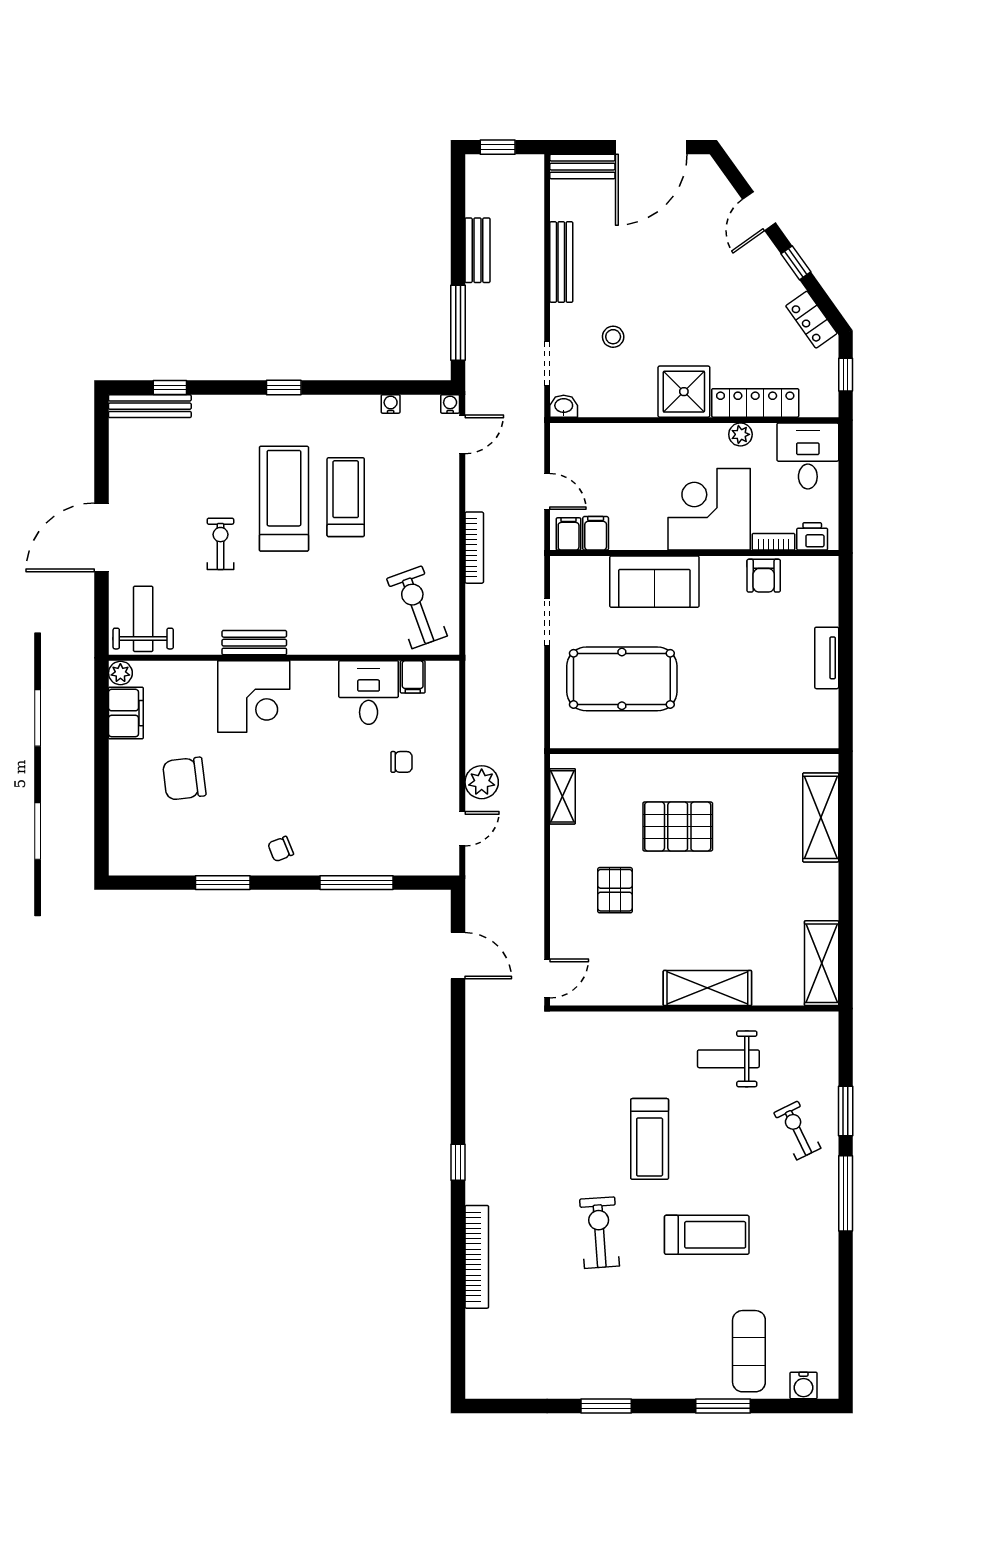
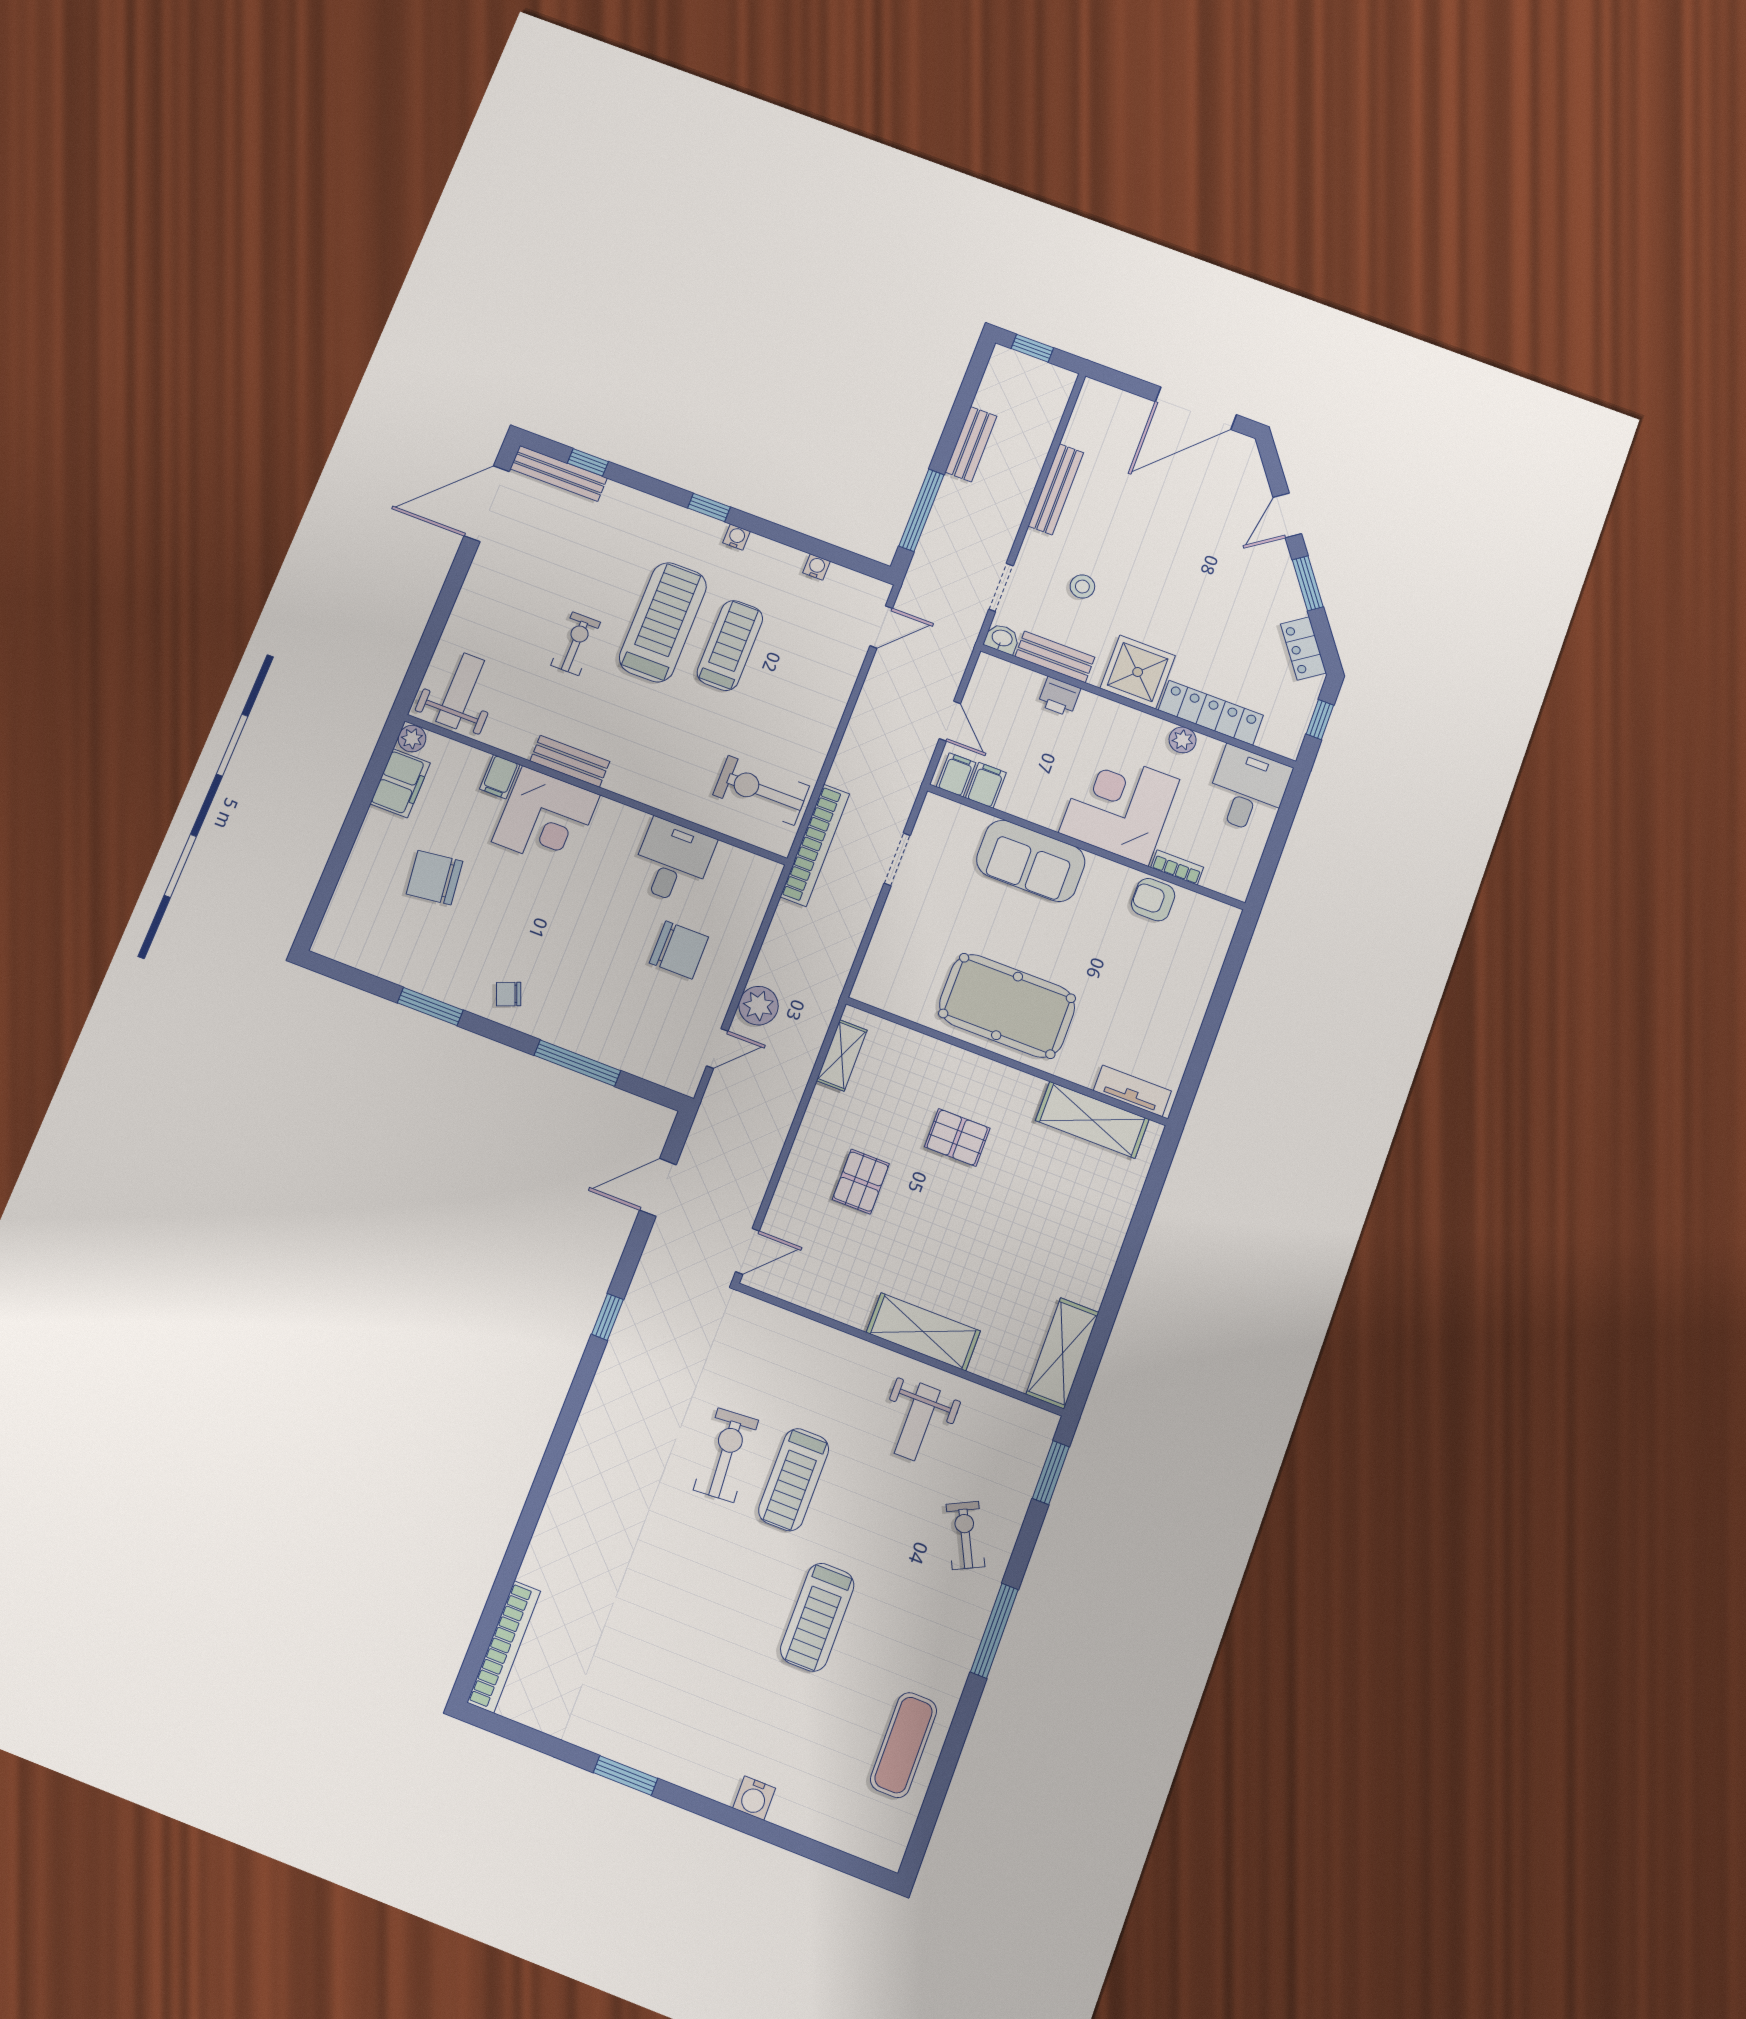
bench: (582, 167) -> (1055, 657), moved
window: (796, 263) -> (1308, 583), width x1.50
water cooler: (450, 404) -> (737, 537), moved
printer: (812, 536) -> (1059, 697), moved, turned 180
door: (102, 537) -> (487, 504), moved
bookcase: (474, 548) -> (815, 845), moved, width x1.48, depth x1.31
armchair: (764, 576) -> (1153, 900), turned 90
exercise bike: (417, 607) -> (761, 790), turned -70
tv unit: (827, 658) -> (1132, 1091), moved, turned 90
filing cabinet: (413, 677) -> (500, 777), moved
pool table: (622, 679) -> (1007, 1006), moved
chair: (401, 762) -> (679, 950), width x1.87, depth x1.87
shelving: (821, 817) -> (1092, 1120), moved, turned 90
pallet: (678, 827) -> (957, 1137), width x0.67, depth x0.71
door: (458, 956) -> (658, 1187), swing flipped
weight bench: (728, 1059) -> (917, 1422), turned -90
window: (846, 1111) -> (1051, 1473), moved
window: (458, 1162) -> (607, 1317), moved
exercise bike: (599, 1233) -> (726, 1455), moved
treadmill: (707, 1235) -> (817, 1617), turned 90
bookcase: (477, 1257) -> (504, 1647), moved
exercise mat: (749, 1351) -> (904, 1745), moved
water cooler: (804, 1385) -> (754, 1798), moved
window: (723, 1406) -> (761, 1829), removed

